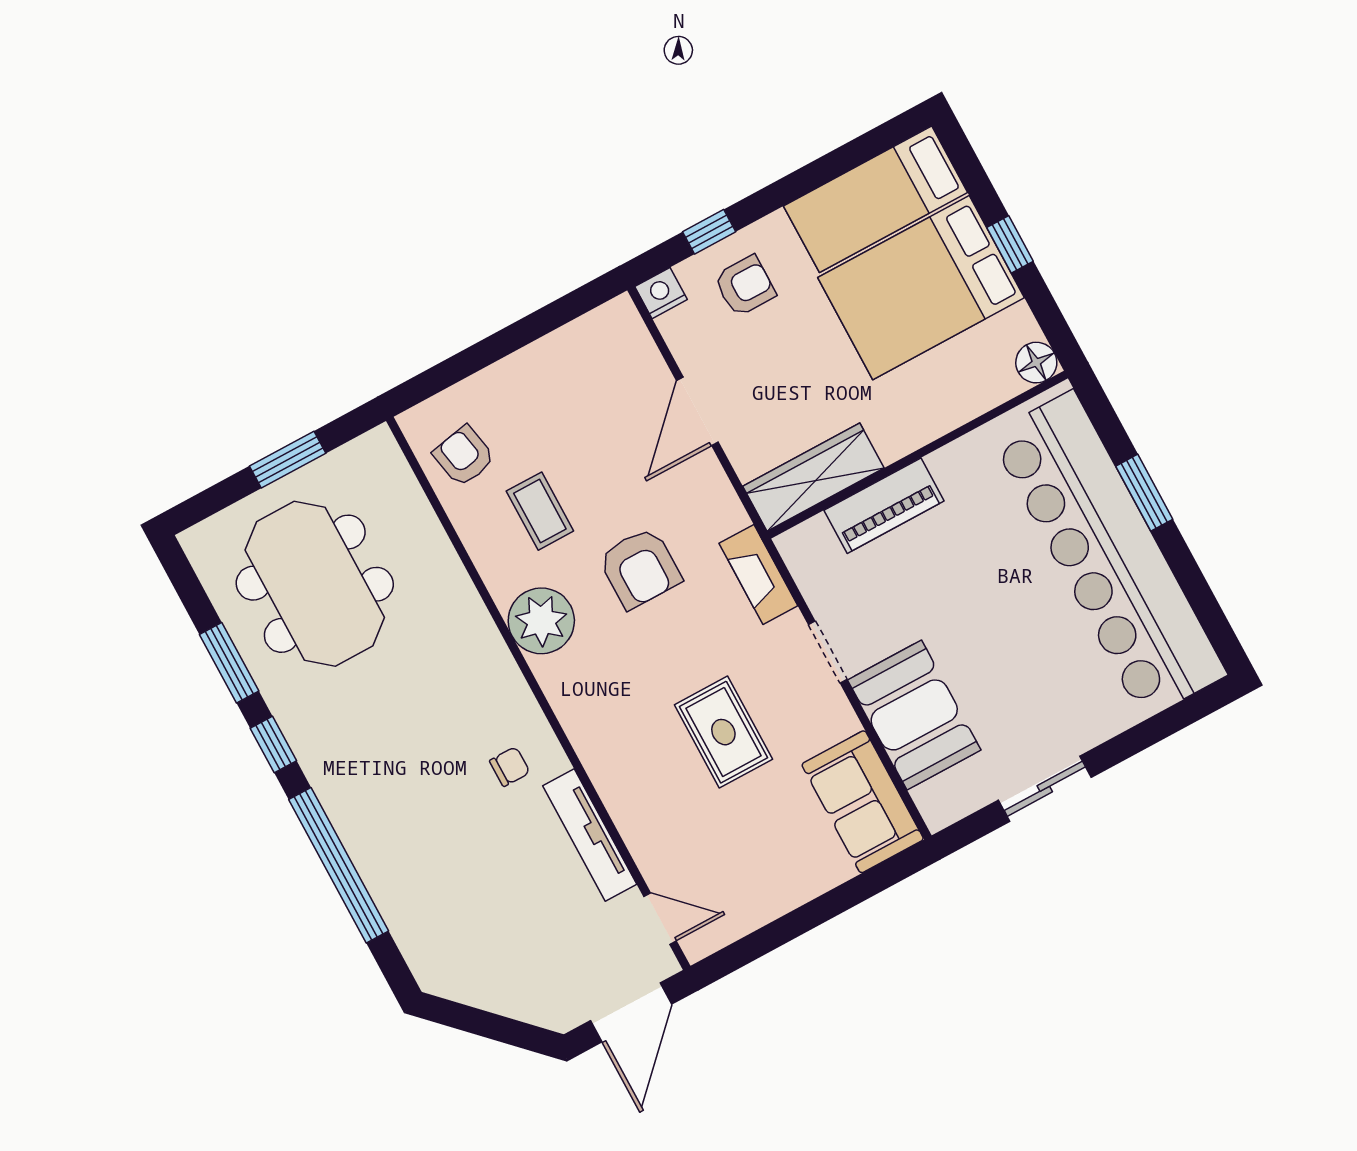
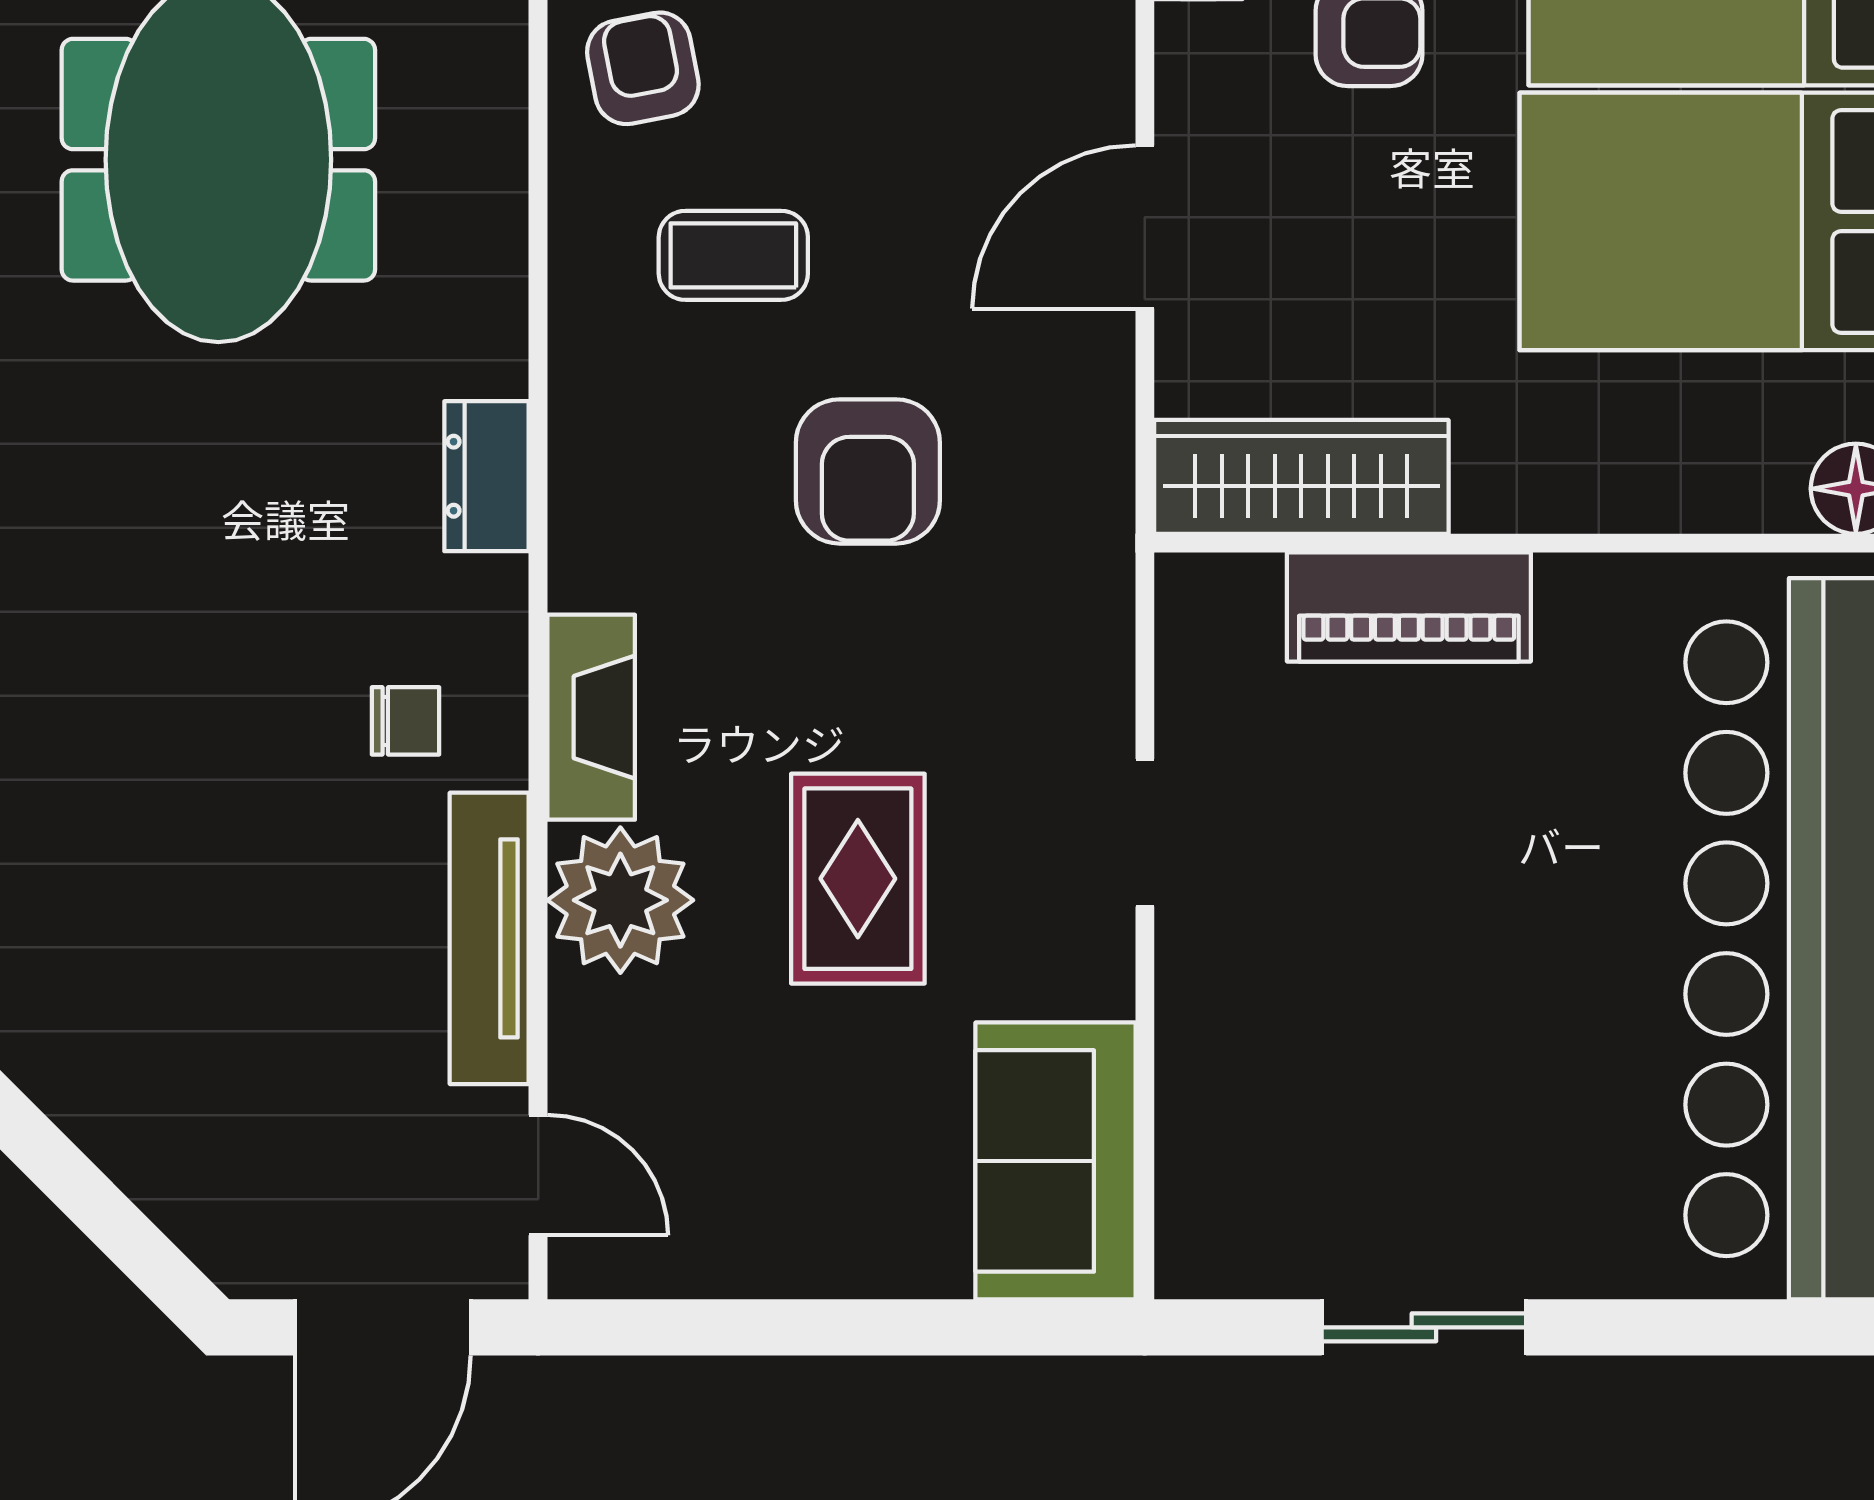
coffee table: (540, 511) -> (733, 255), turned 90
fireplace: (758, 575) -> (591, 717), moved, turned 180
plant: (541, 621) -> (620, 900), moved
dresser: (489, 652) -> (487, 476), added
booth: (914, 715) -> (1247, 1046), removed

